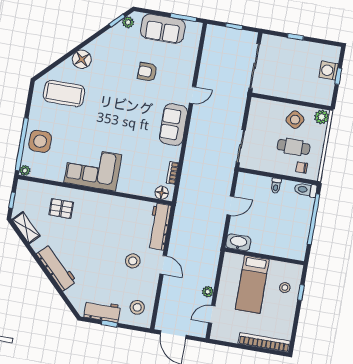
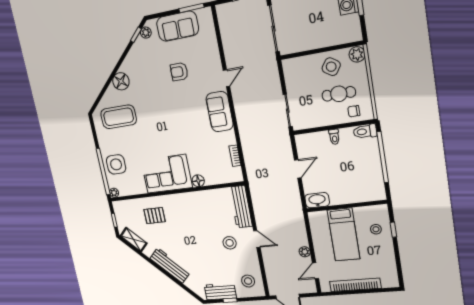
floor lamp: (162, 193) -> (198, 181), moved
bookcase: (264, 342) -> (355, 285), moved

